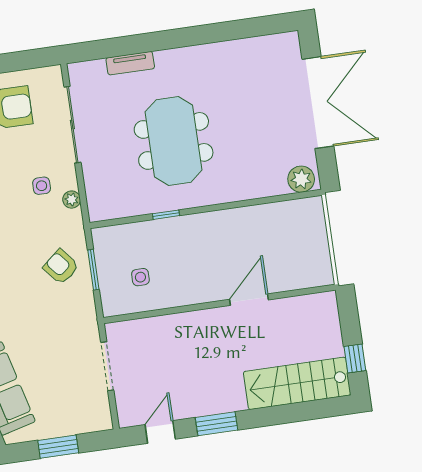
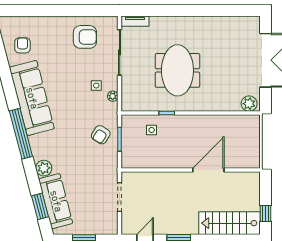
tv unit: (130, 63) -> (135, 21), moved
armchair: (61, 267) -> (101, 135), turned -108
side table: (140, 277) -> (152, 130), moved
door: (249, 300) -> (208, 170), width x1.36

